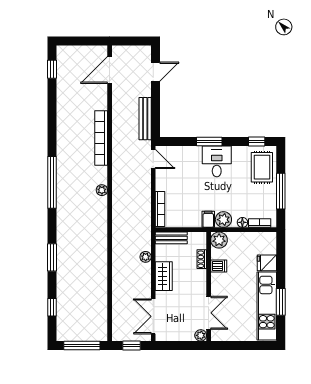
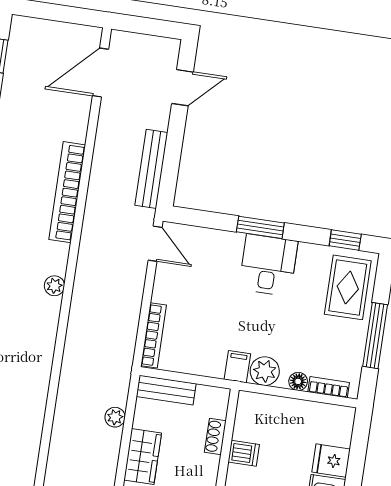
plant: (219, 240) -> (251, 407), removed

